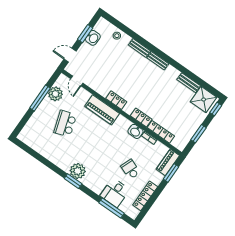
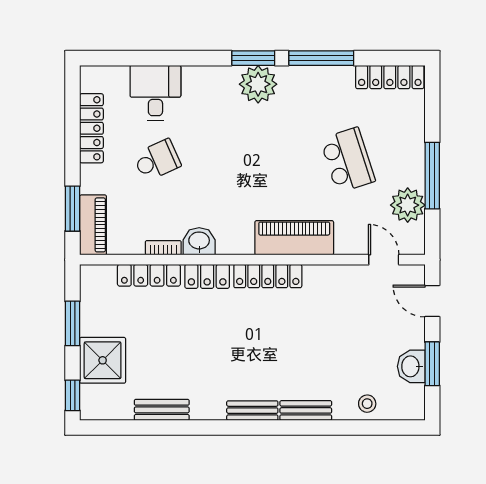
door: (70, 55) -> (432, 301), swing flipped
locker: (116, 100) -> (268, 276), width x1.53
shower: (204, 100) -> (103, 360), moved
locker: (31, 142) -> (390, 77), added
school desk: (130, 169) -> (157, 160), turned -45
window: (111, 208) -> (321, 58), moved

